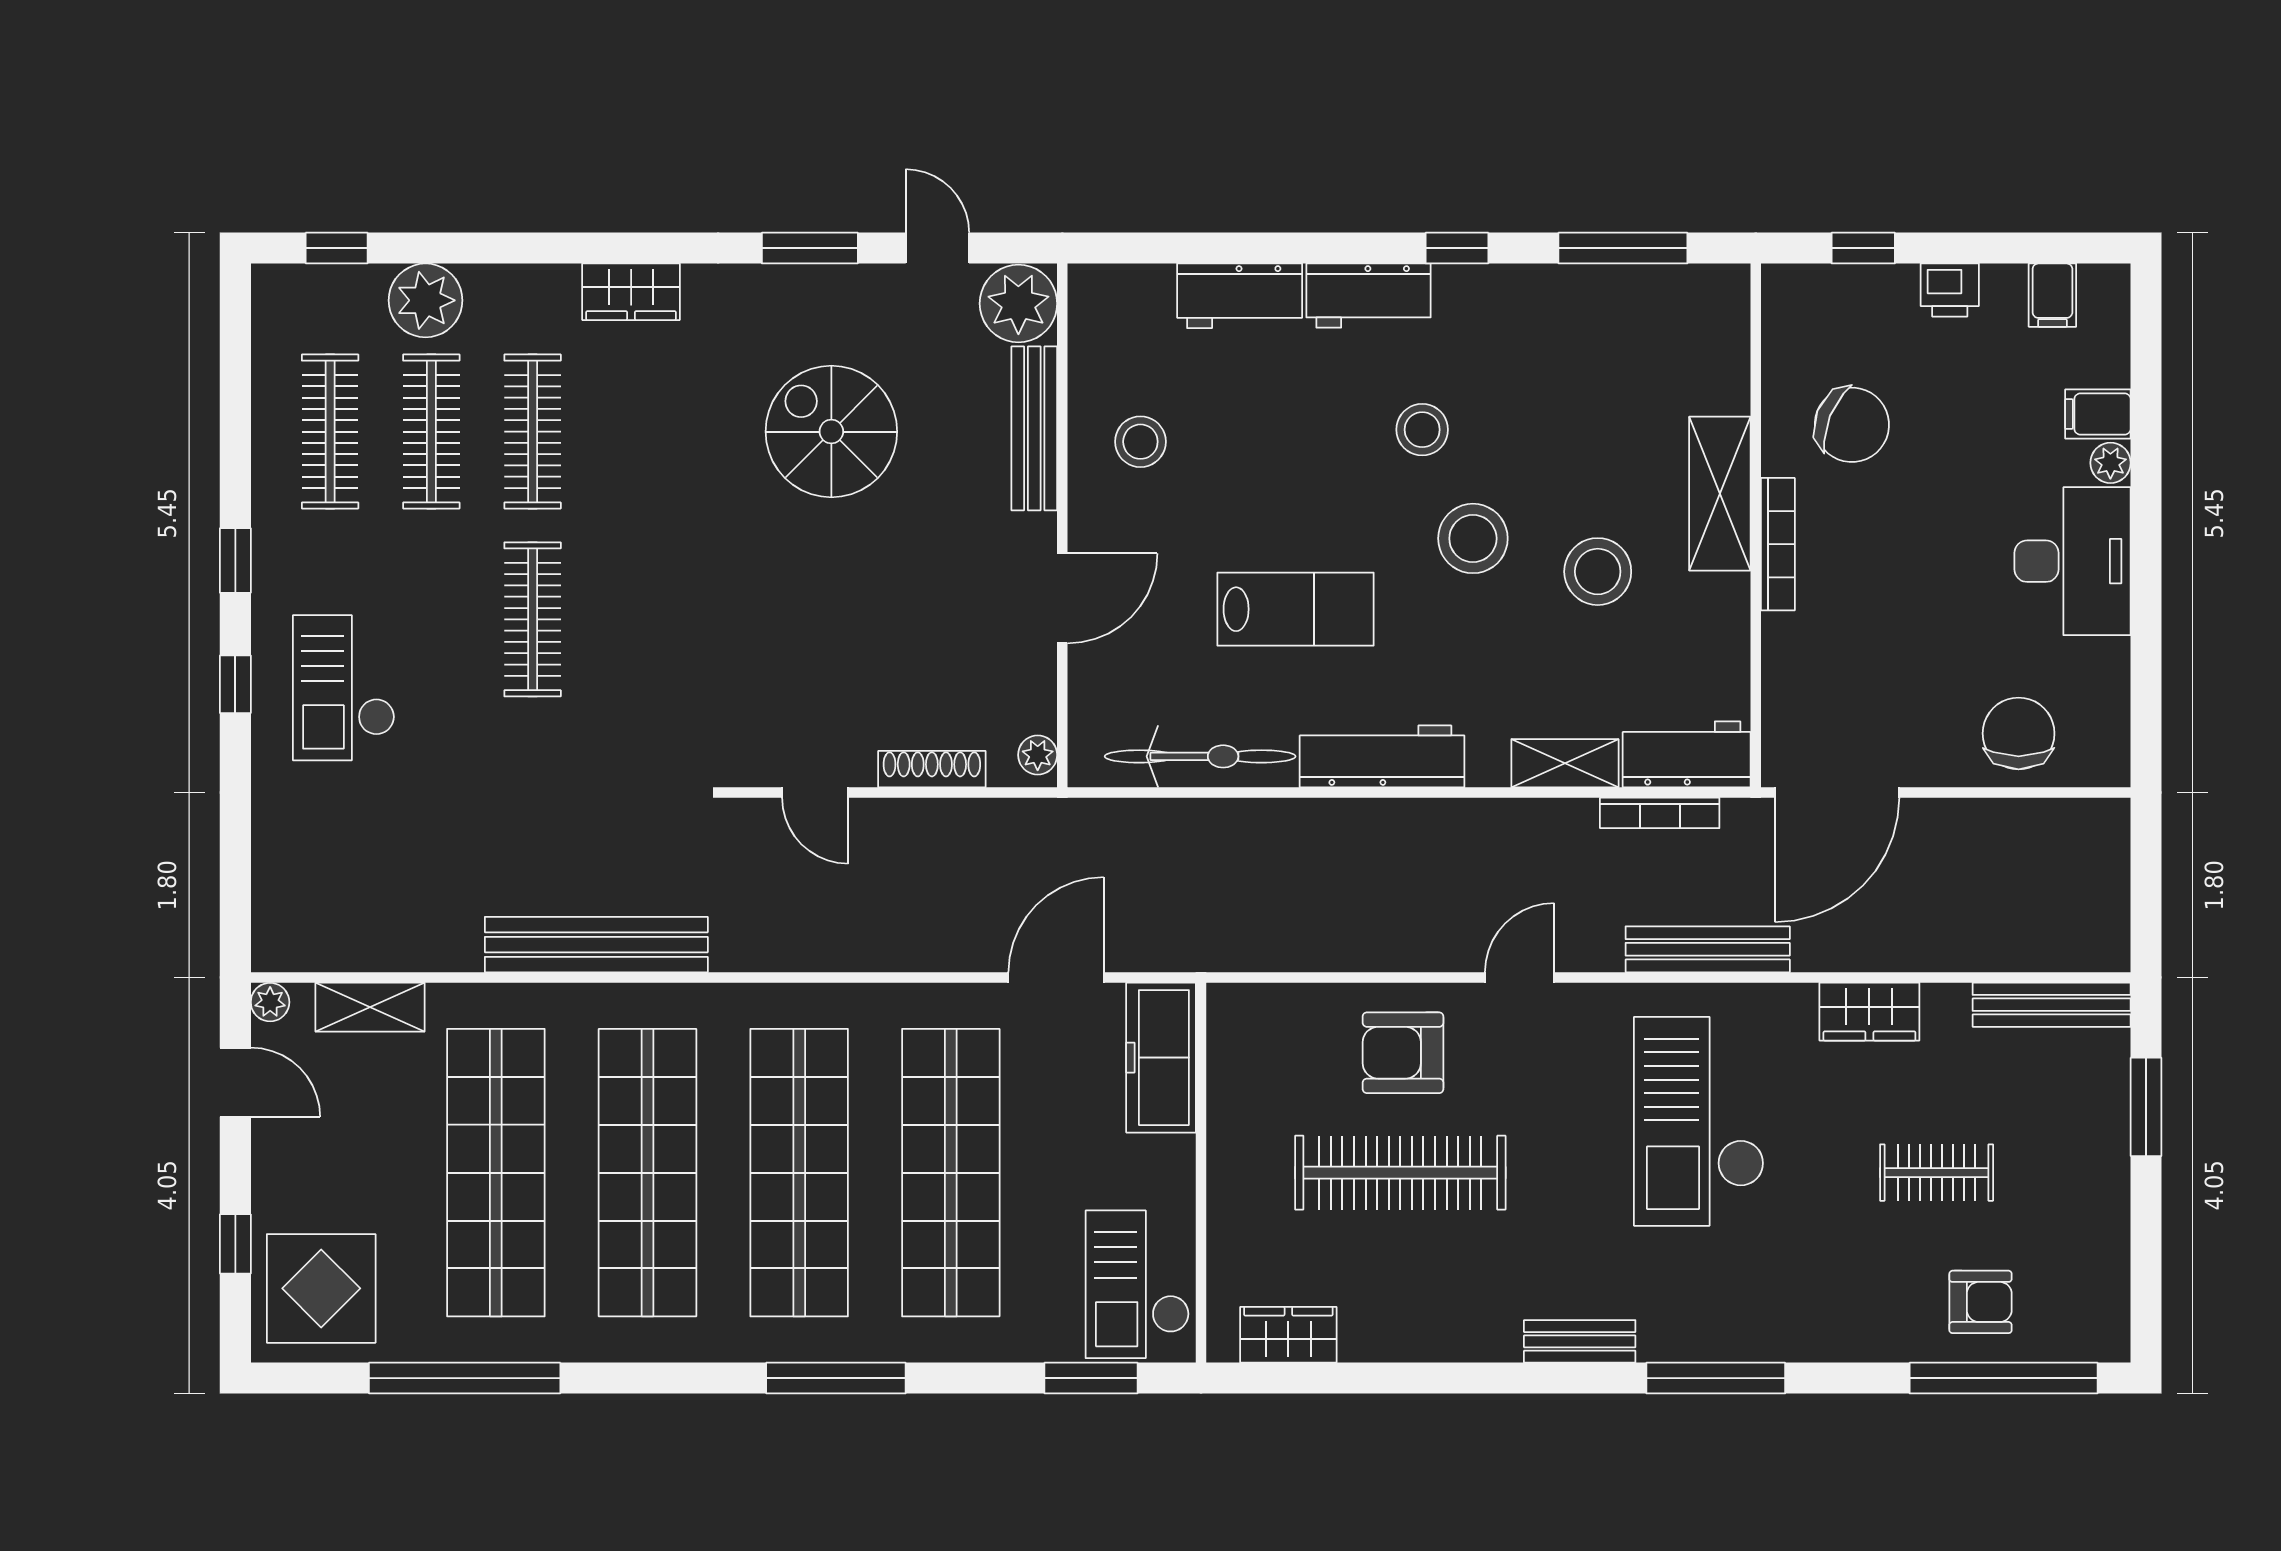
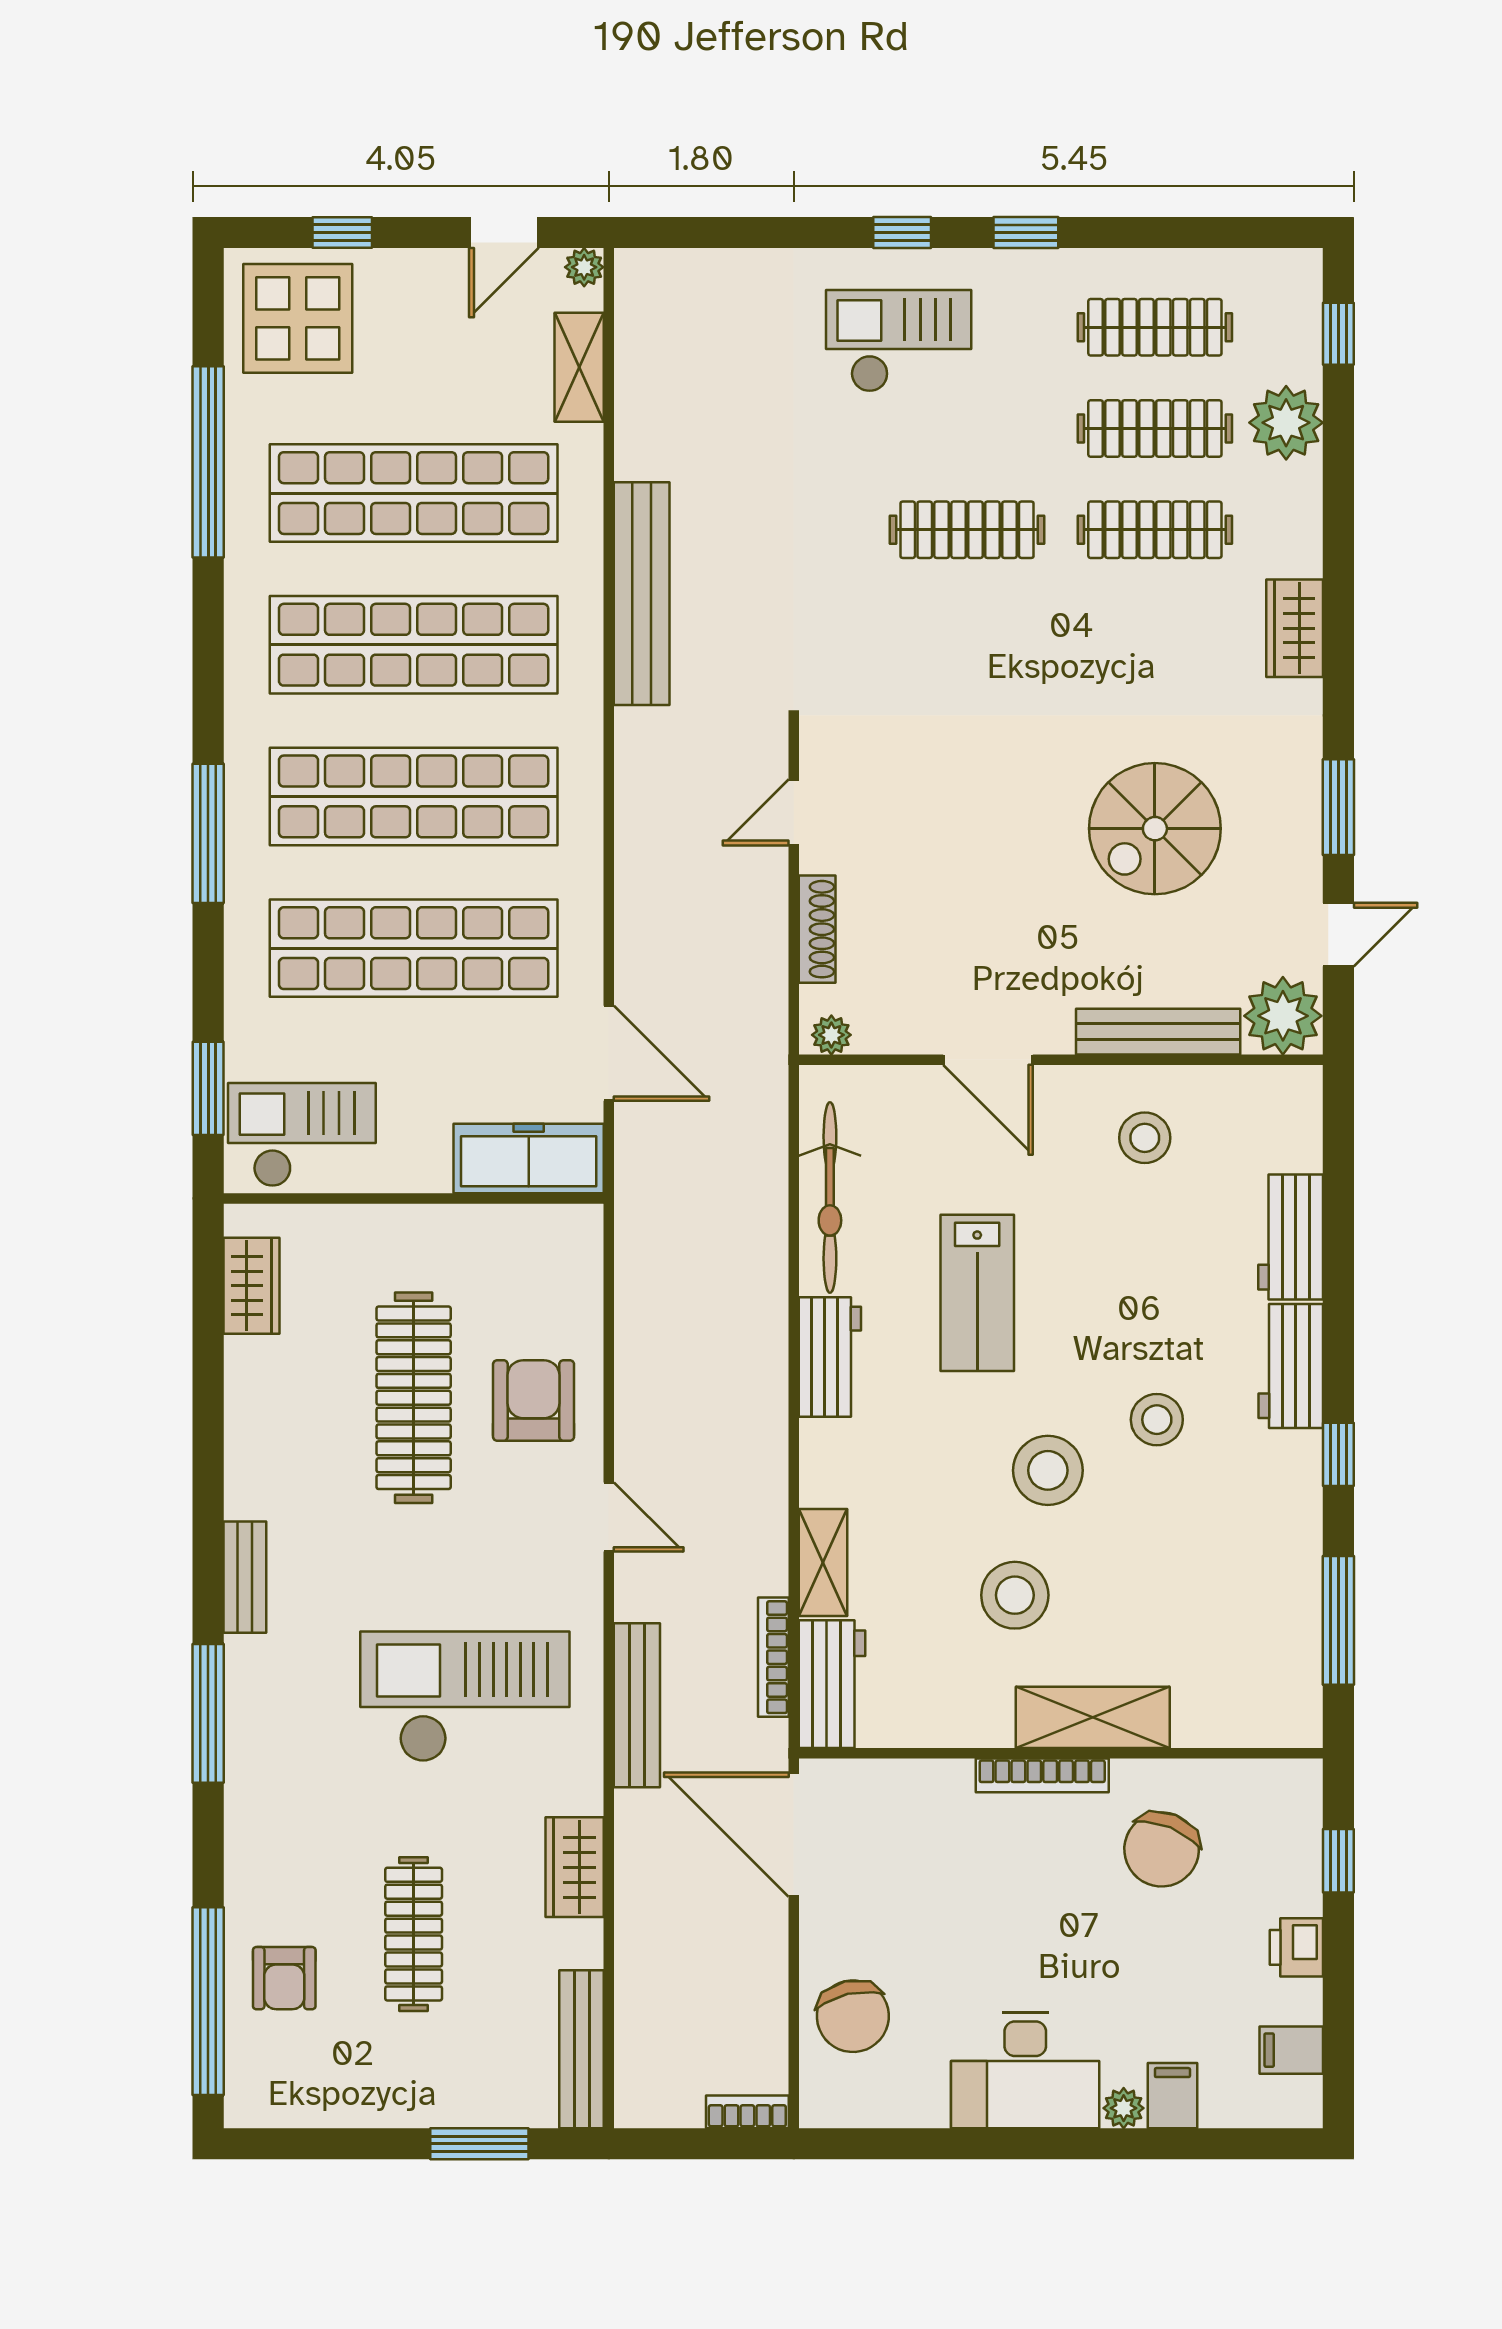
spiral stairs: (831, 432) -> (1155, 829), turned 180
chair: (2019, 733) -> (853, 2016), turned 77
workbench: (1382, 756) -> (830, 1357), width x0.73
bookcase: (2114, 839) -> (747, 2112), added
clothes rail: (1937, 1173) -> (414, 1934), width x1.36

